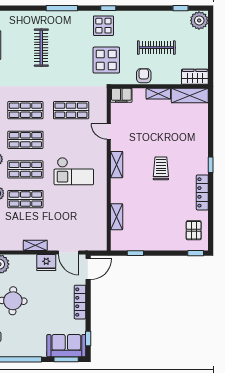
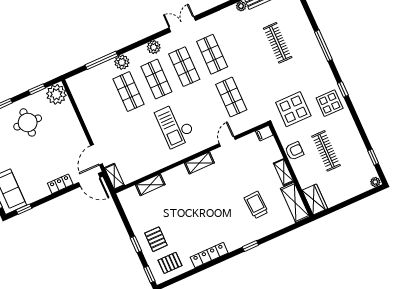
plant: (199, 20) -> (375, 182), width x0.53, depth x0.53
display table: (103, 26) -> (330, 103), moved
clothes rail: (41, 48) -> (278, 43), turned 90
filing cabinet: (121, 95) -> (264, 133), width x0.50
window: (211, 165) -> (250, 246), moved
trolley: (161, 168) -> (256, 205), moved, turned -93
pallet: (167, 233) -> (156, 239), added
shelving: (35, 245) -> (114, 177), moved
window: (135, 253) -> (136, 244), moved
fridge: (46, 263) -> (78, 138), removed
locker: (80, 302) -> (60, 184), width x0.66

